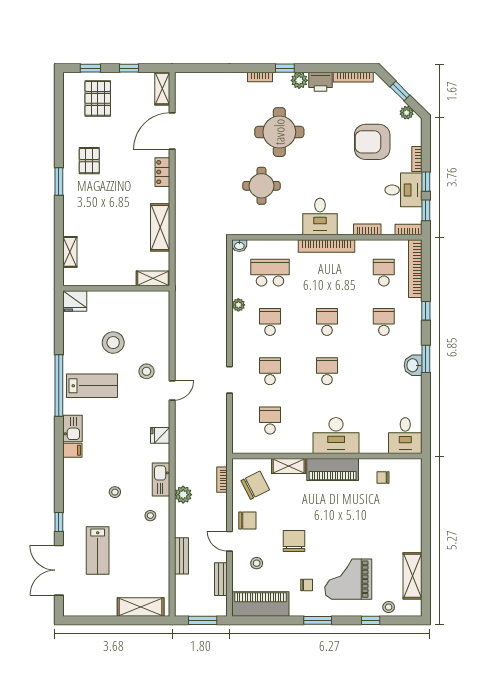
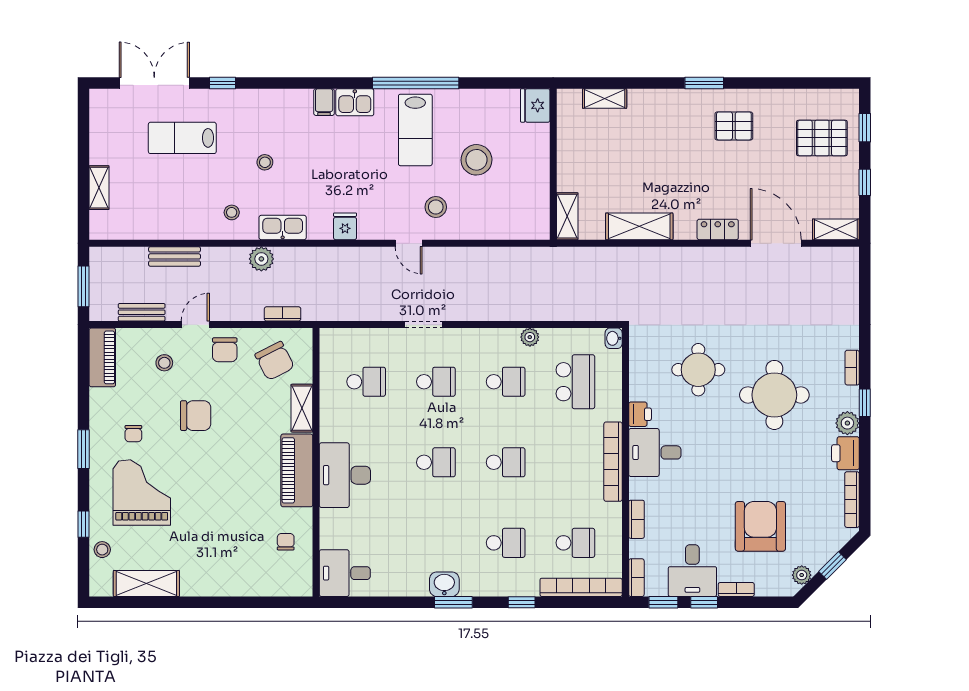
printer: (293, 227) -> (640, 414), added
piano: (260, 604) -> (102, 357), width x0.73, depth x0.75
shelving: (141, 607) -> (99, 188), width x0.67, depth x0.75

